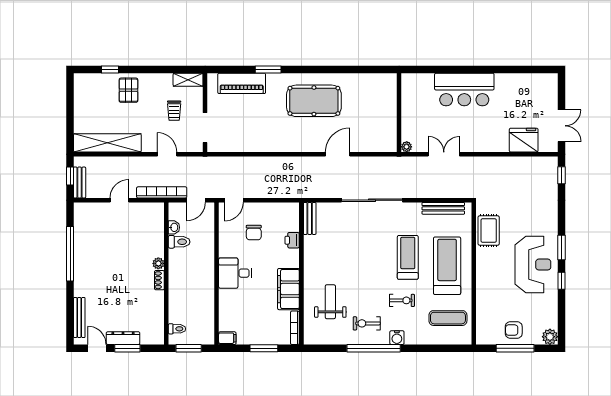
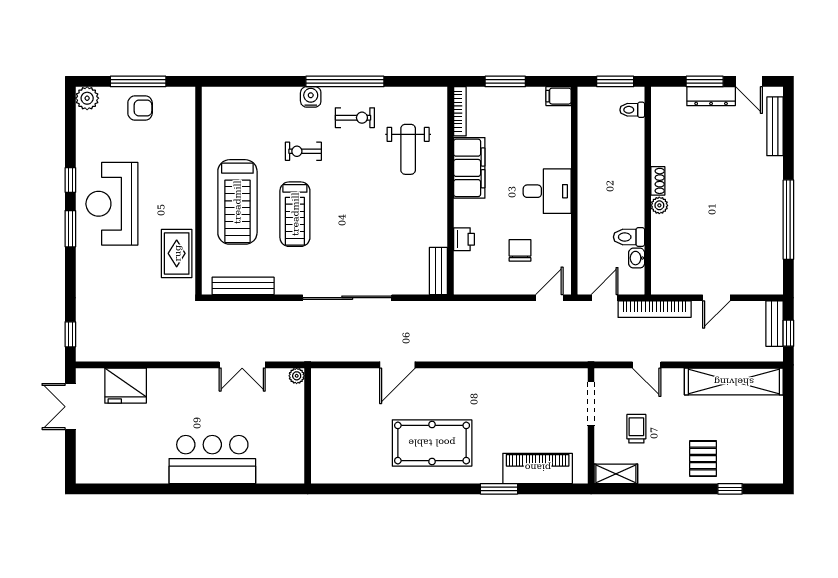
exercise mat: (448, 318) -> (236, 126), removed

